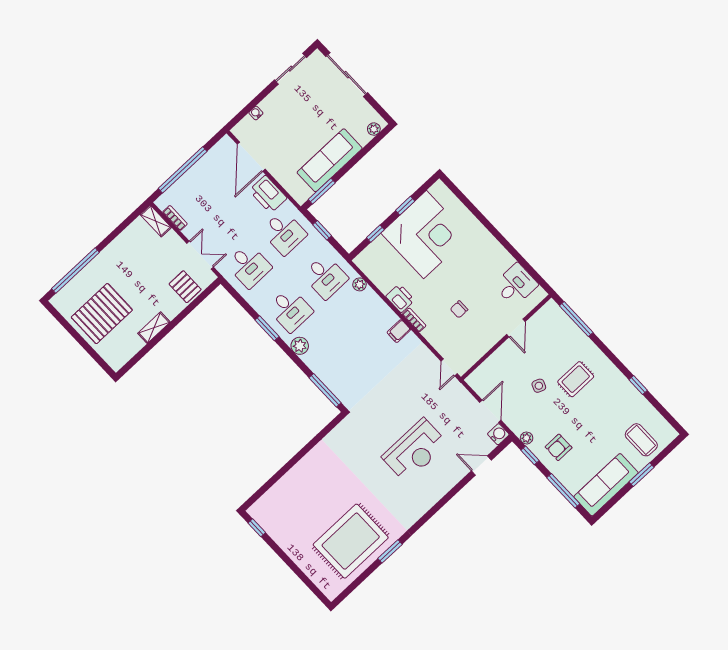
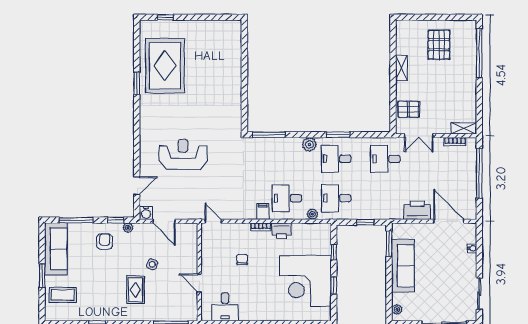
desk: (284, 233) -> (287, 198), moved
pallet: (102, 314) -> (439, 45), width x0.73, depth x0.71
reception desk: (415, 450) -> (183, 154), turned 90
window: (257, 528) -> (165, 17), moved

